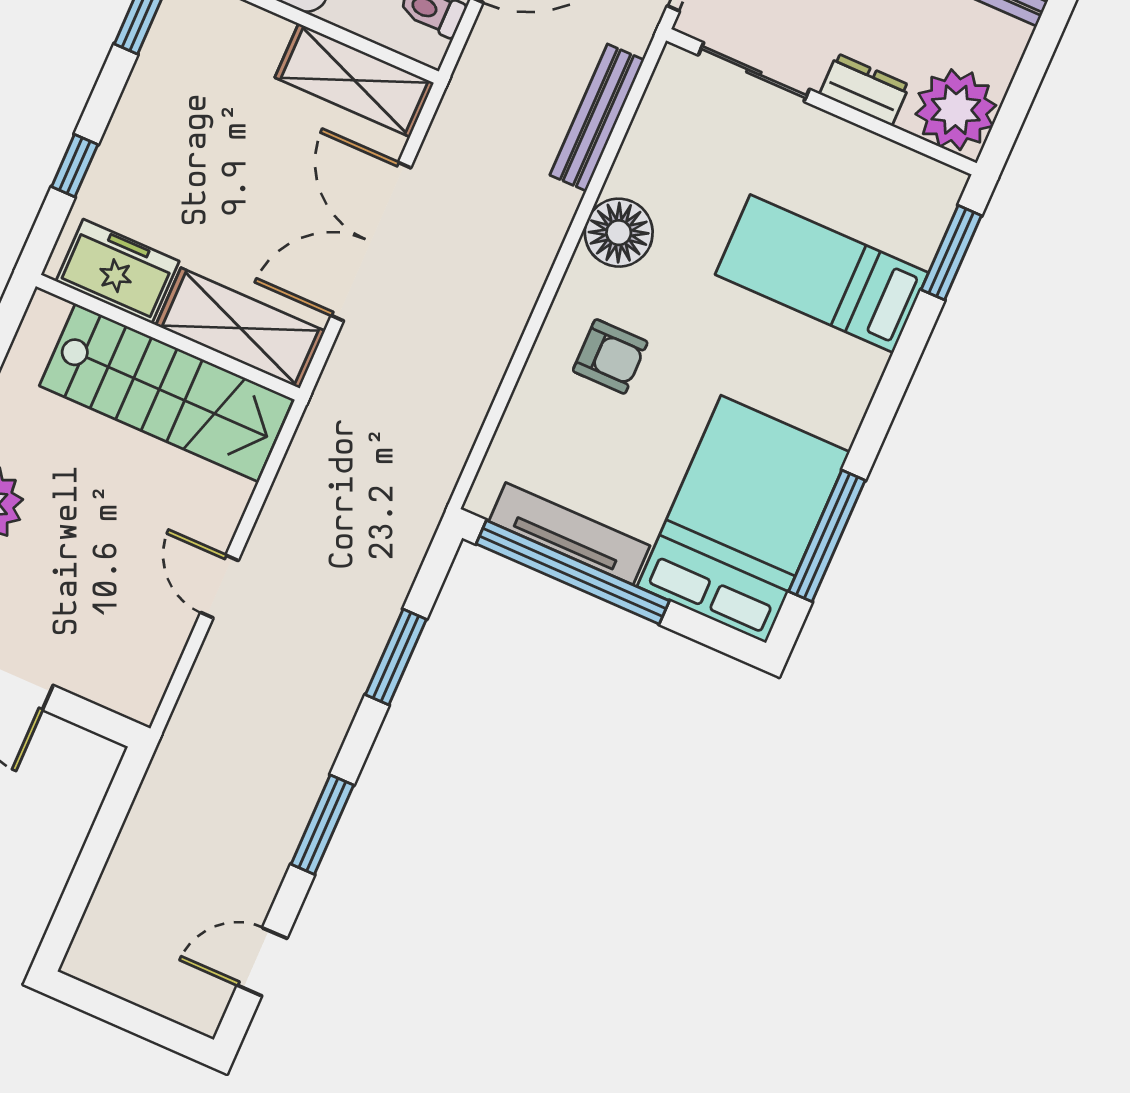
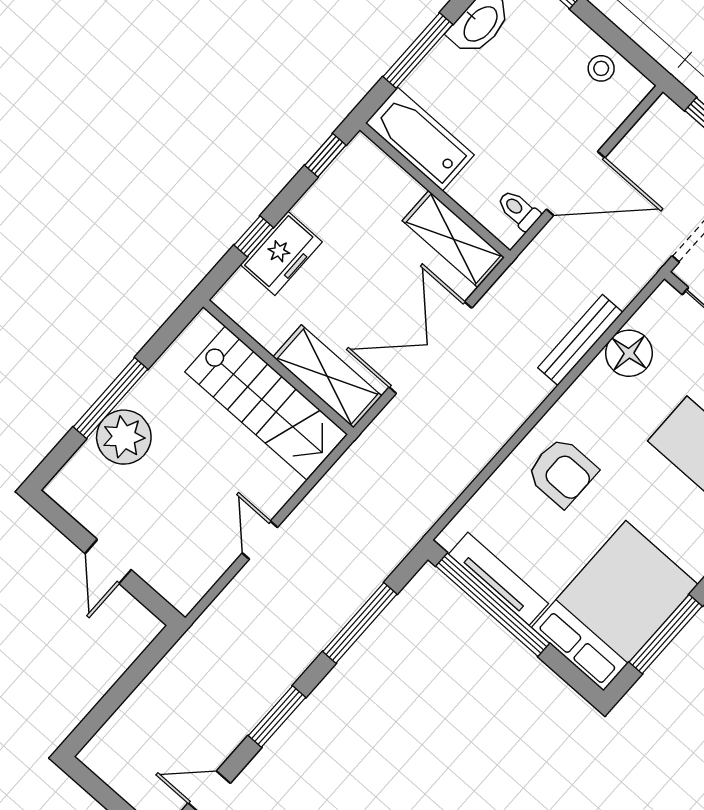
bench: (597, 118) -> (580, 340), moved
floor lamp: (619, 233) -> (629, 353), moved
freezer: (118, 271) -> (281, 253), moved, turned 90
armchair: (610, 356) -> (562, 472), width x1.38, depth x1.38
window: (396, 657) -> (360, 623), width x1.44

